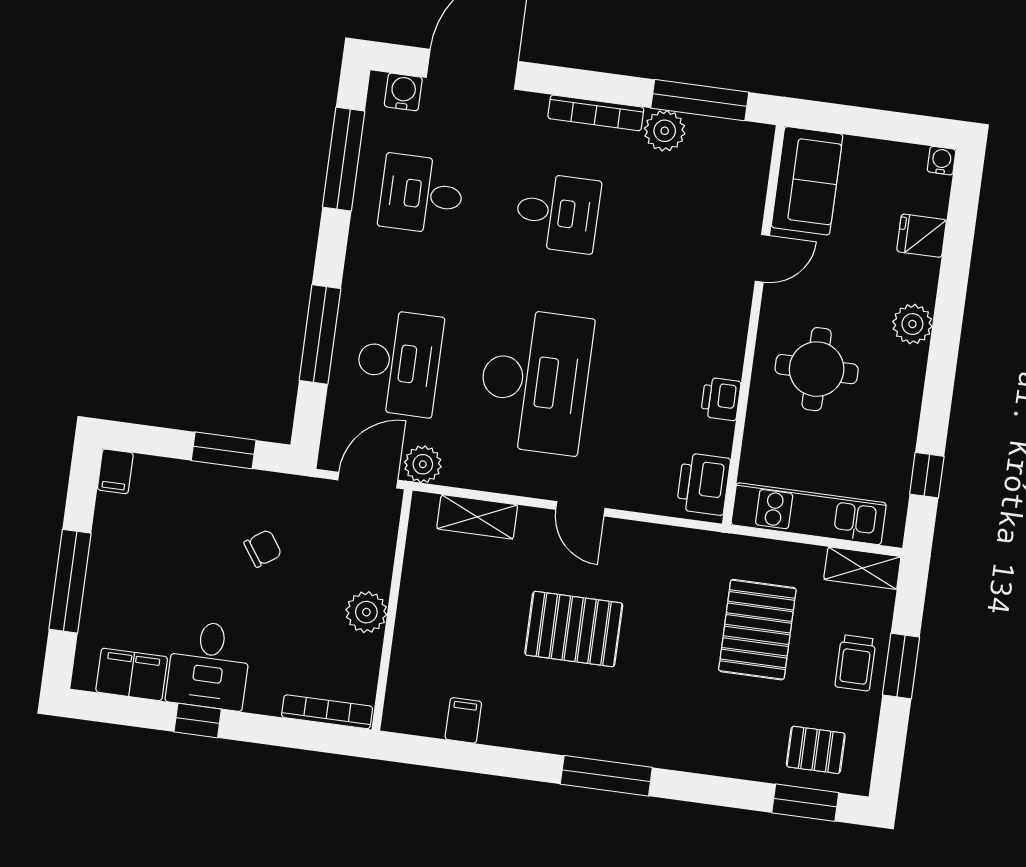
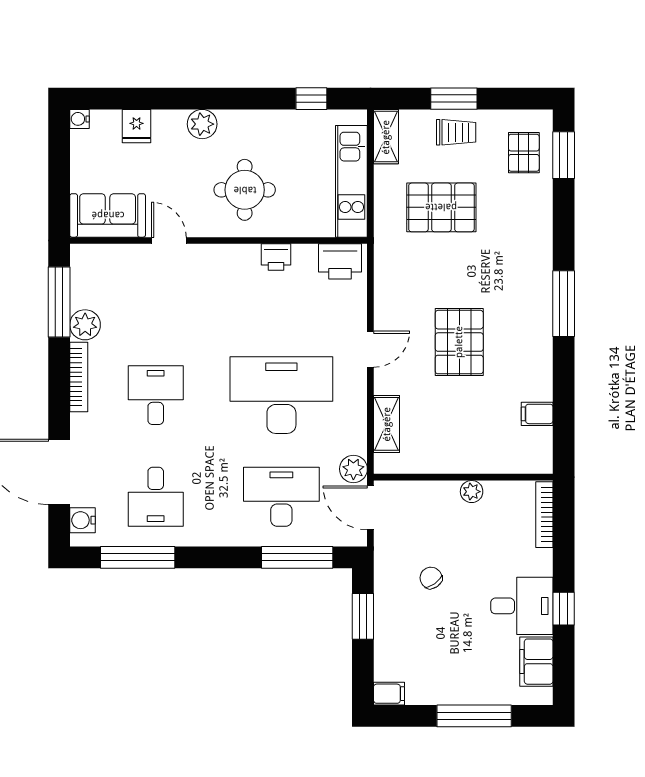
window: (320, 334) -> (297, 557), moved
plant: (366, 612) -> (472, 492), width x0.73, depth x0.73

